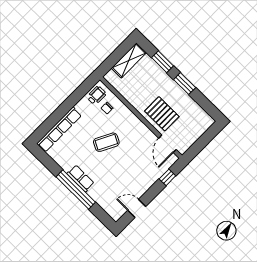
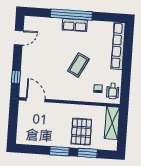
shelving: (129, 60) -> (112, 123), moved
pallet: (162, 114) -> (81, 132), moved, turned 90

